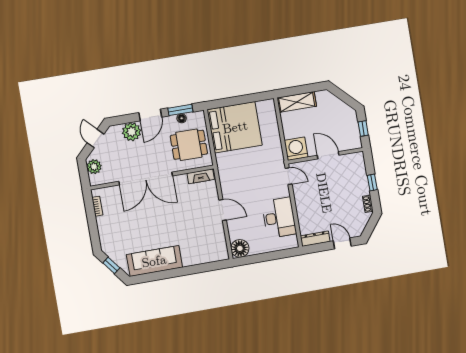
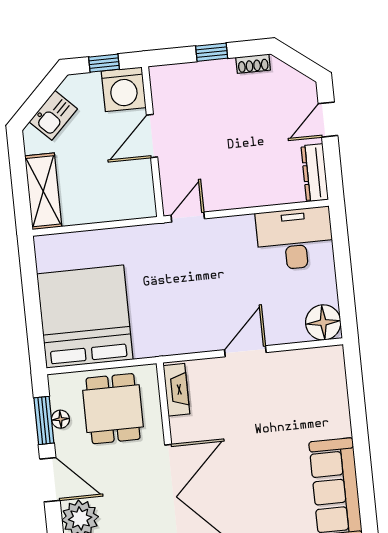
kitchen sink: (335, 105) -> (53, 115), added
washing machine: (296, 149) -> (124, 89), moved, turned -90
desk: (279, 218) -> (295, 239), moved

